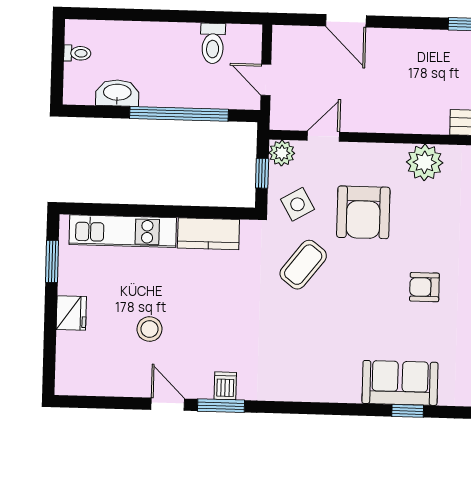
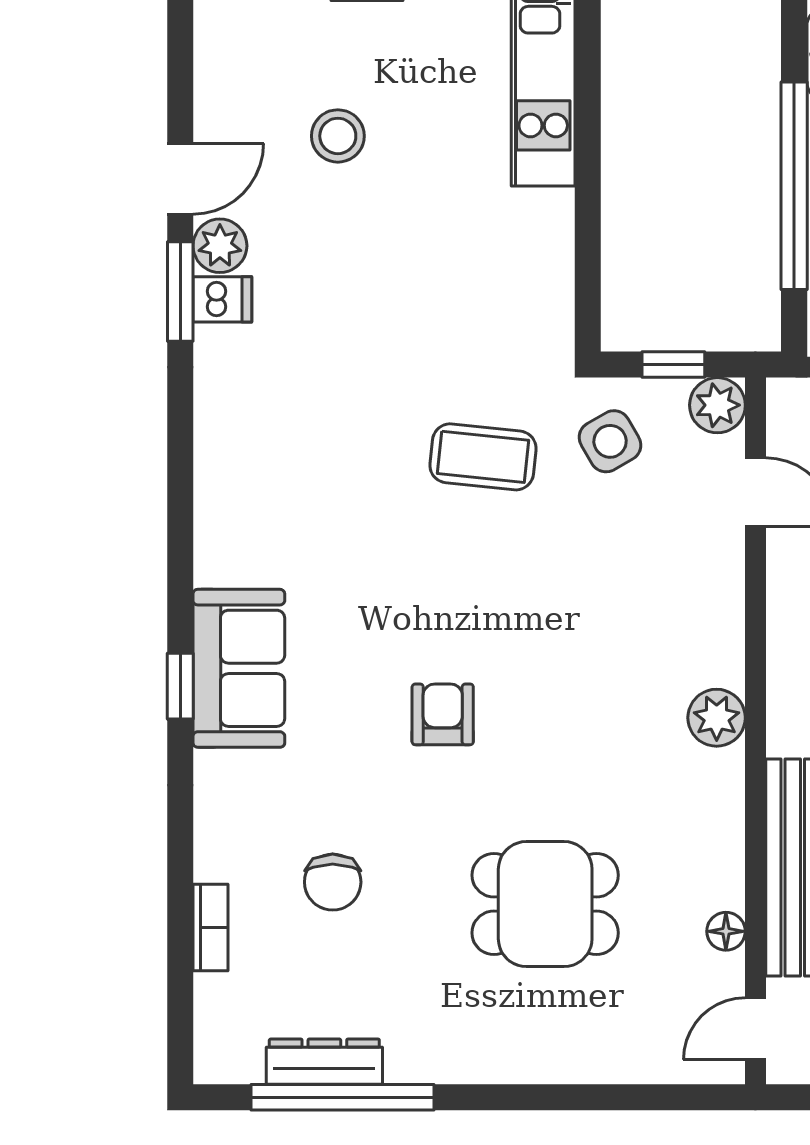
plant: (425, 162) -> (717, 718), width x0.73, depth x0.73
armchair: (363, 212) -> (597, 581), removed
kitchen counter: (208, 234) -> (543, 255), removed
coffee table: (303, 265) -> (483, 457), turned -32
plant: (200, 386) -> (220, 246), added

